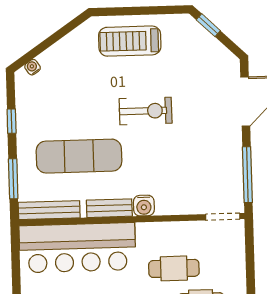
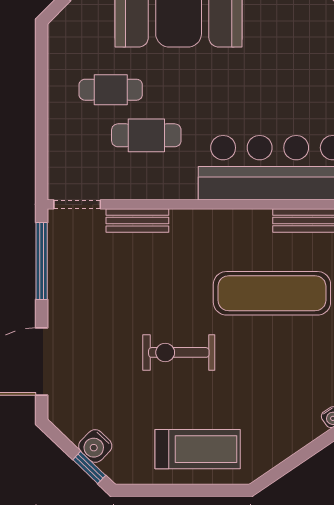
water cooler: (144, 206) -> (95, 446), moved, turned -136
bench: (109, 208) -> (137, 221), moved

